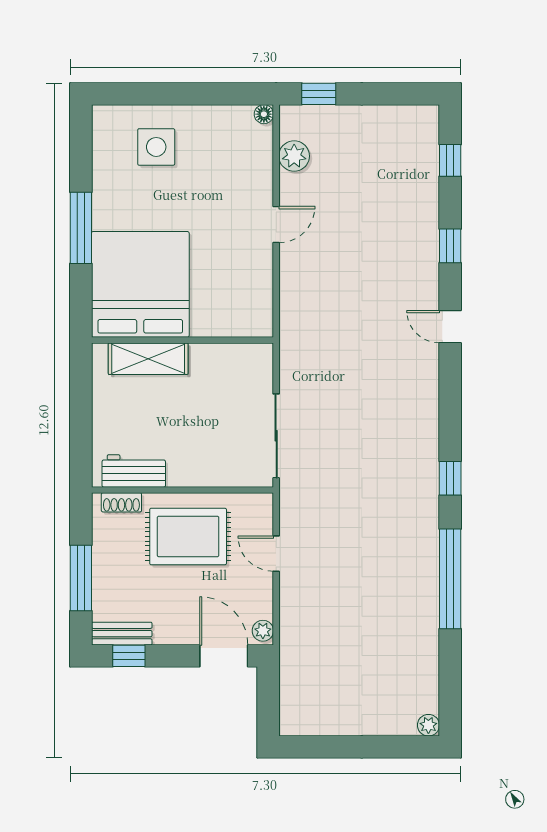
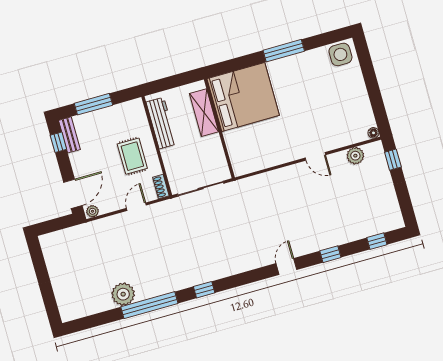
side table: (156, 147) -> (340, 54), moved
bed: (140, 284) -> (243, 97), moved
wall: (182, 340) -> (219, 128), moved
shelving: (148, 359) -> (204, 113), moved
workbench: (134, 471) -> (161, 123), width x1.38
shoe rack: (121, 502) -> (161, 186), moved
rug: (188, 536) -> (132, 156), width x0.73, depth x0.70
plant: (428, 725) -> (123, 294), moved, width x1.88, depth x1.88

